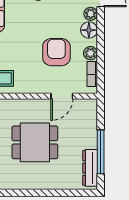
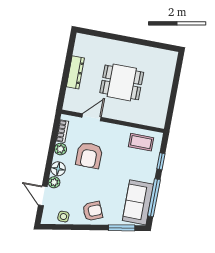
window: (101, 152) -> (68, 64), removed
dresser: (90, 168) -> (75, 72), moved

